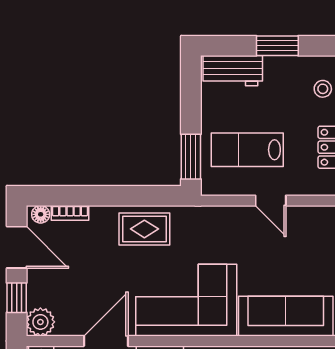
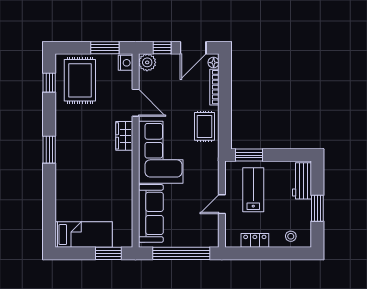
bookcase: (70, 213) -> (214, 87), width x1.56

